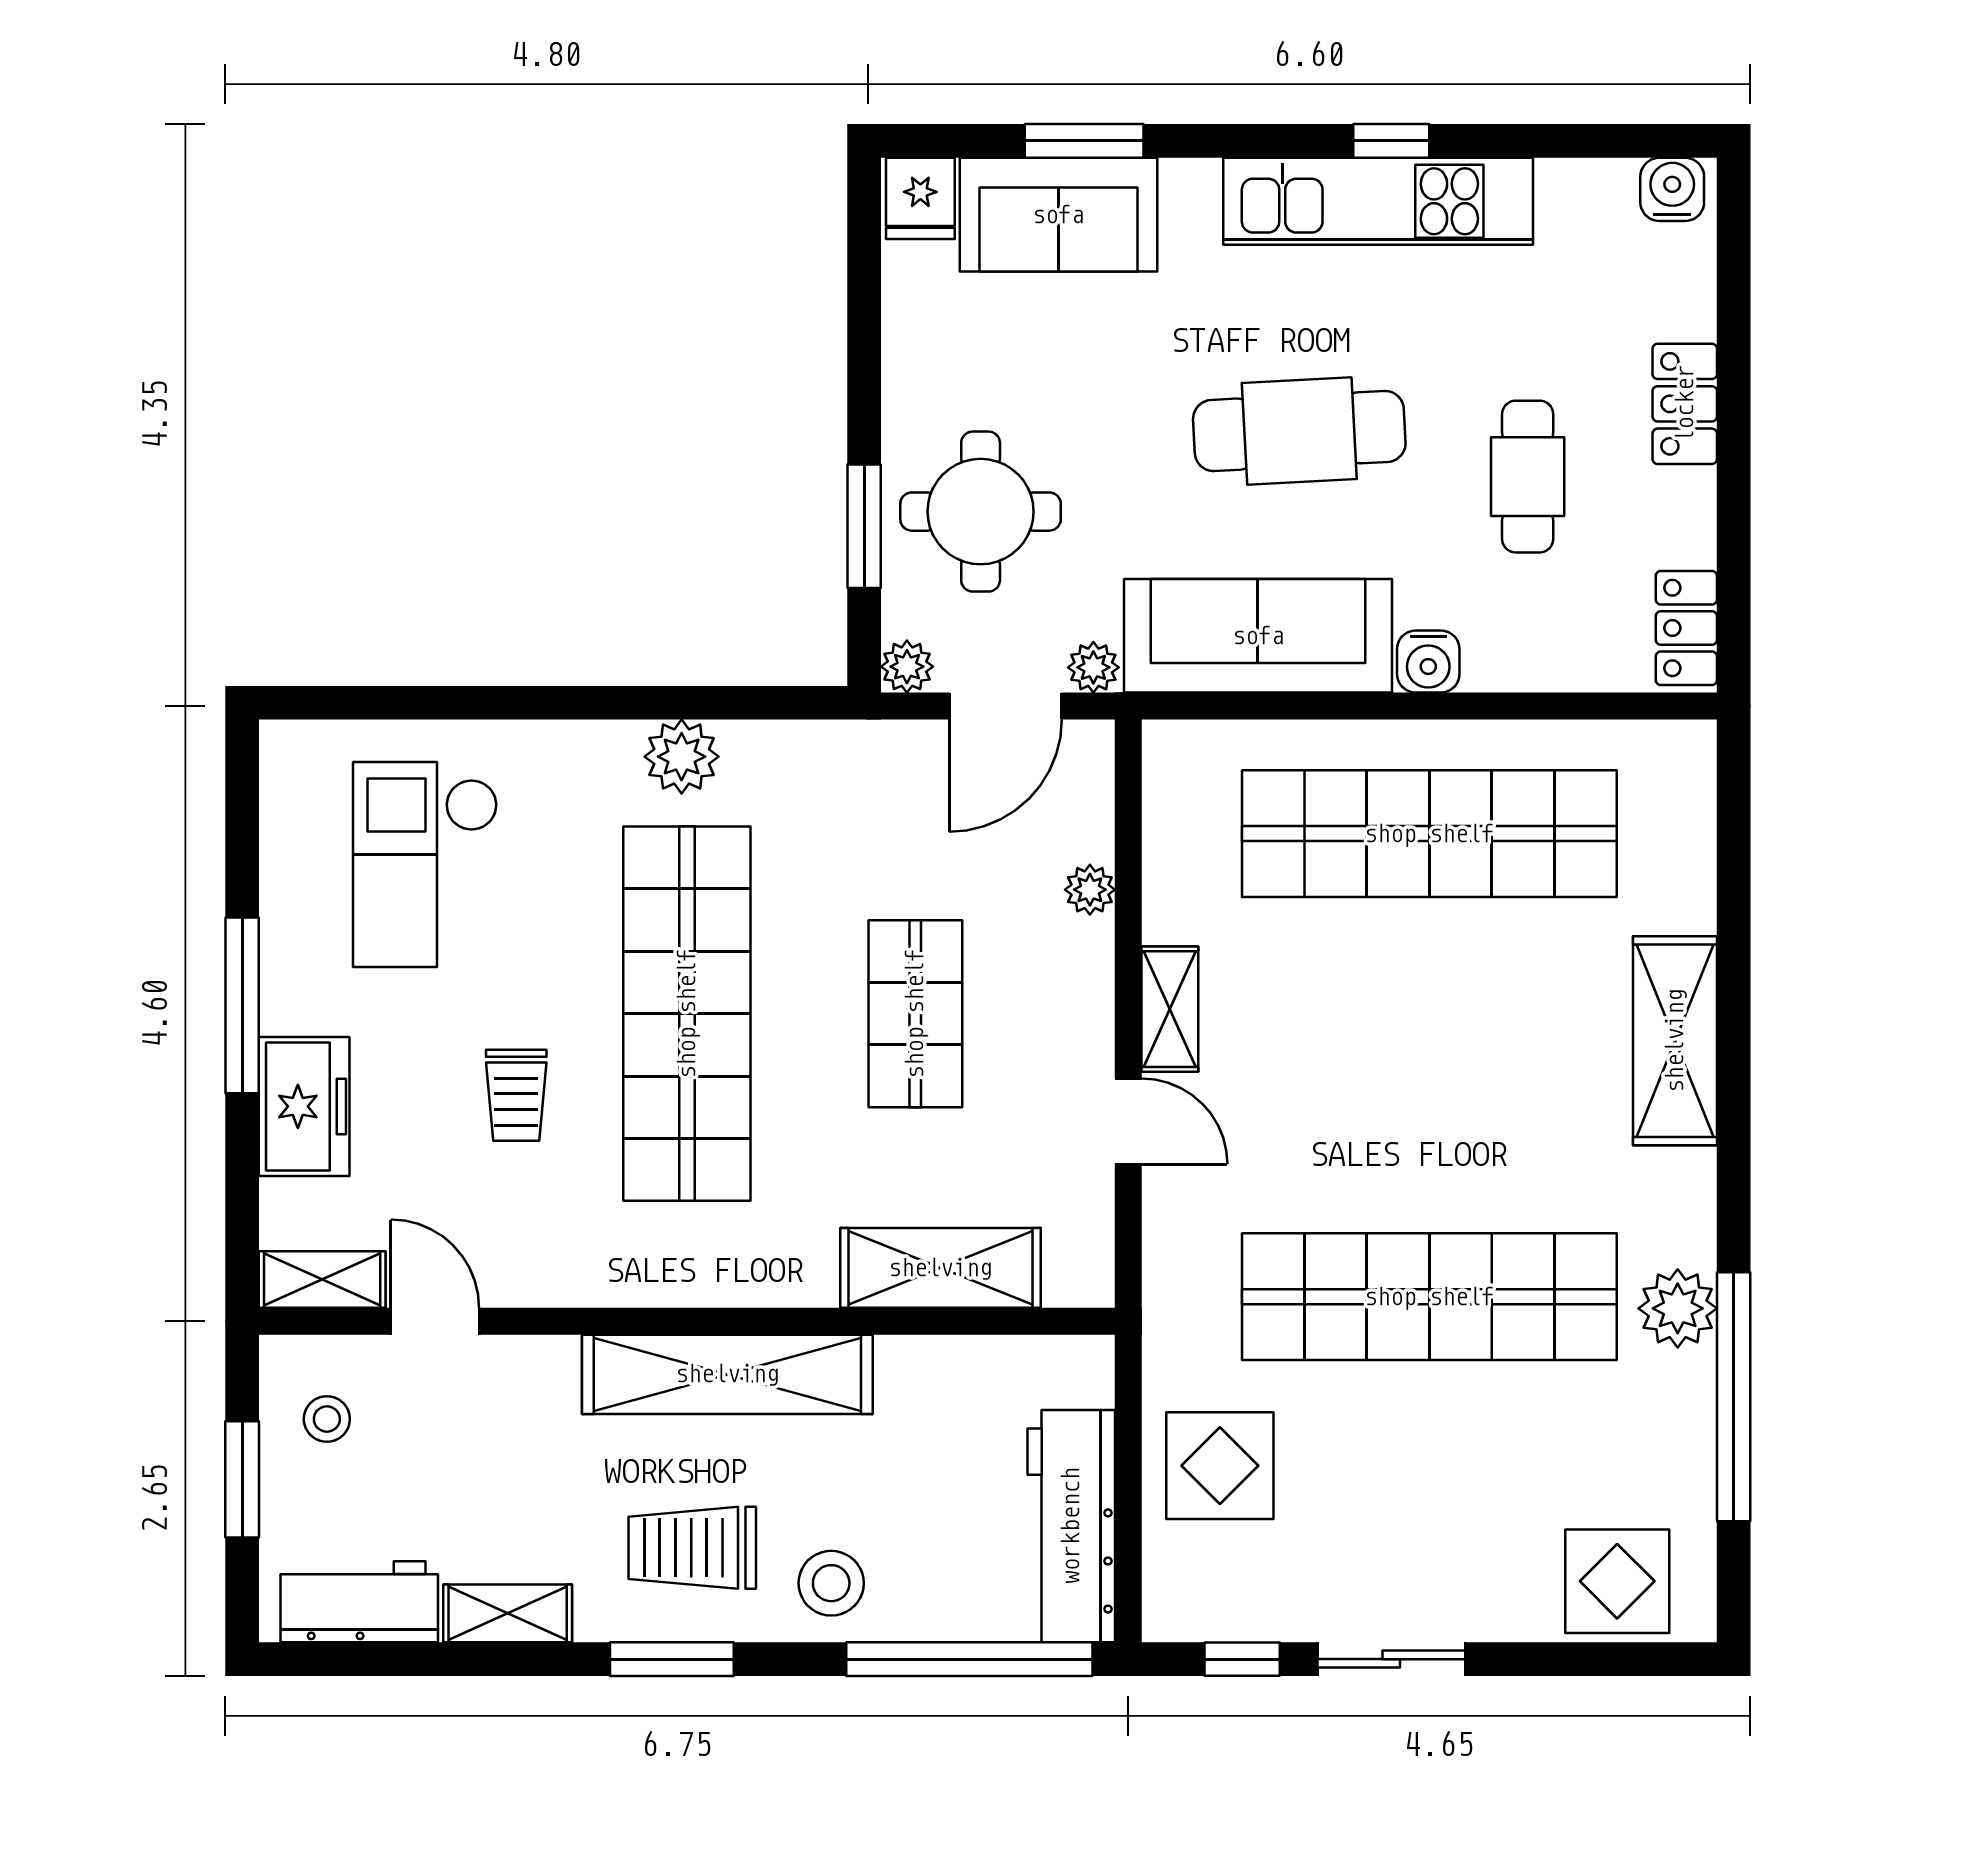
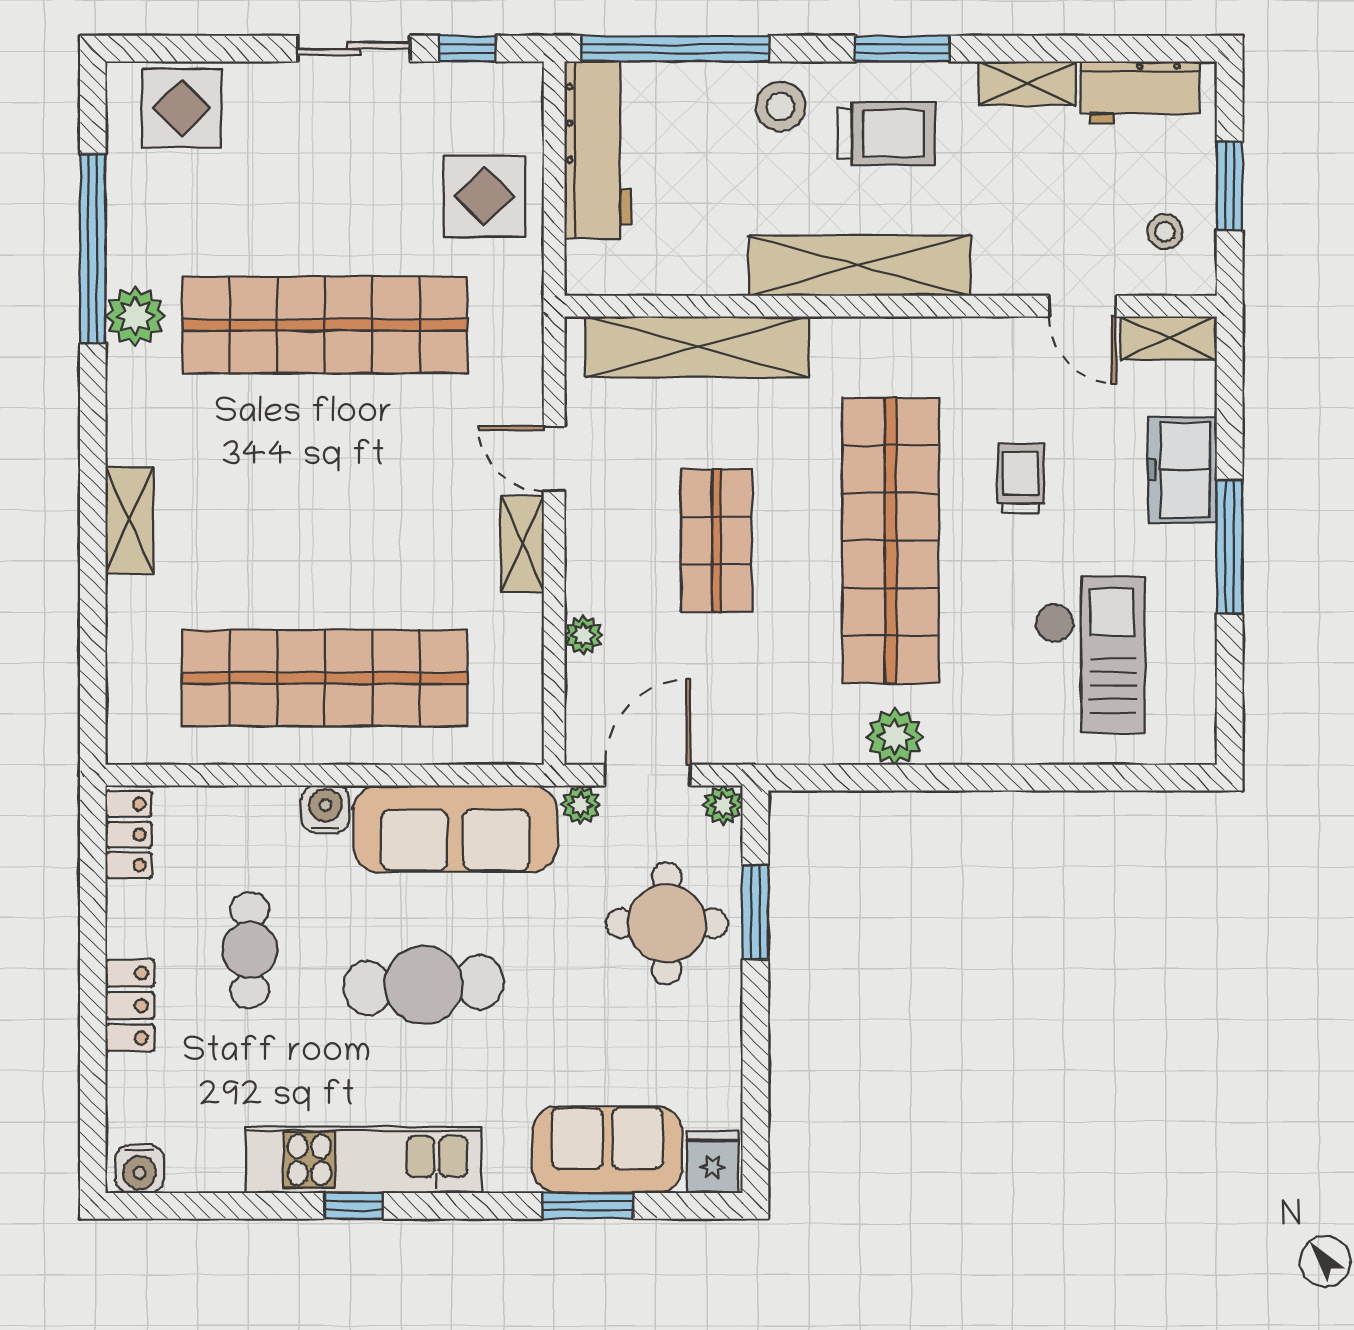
shelving: (1675, 1041) -> (129, 520), width x0.67, depth x0.75
shelving: (940, 1268) -> (697, 347), width x1.47

